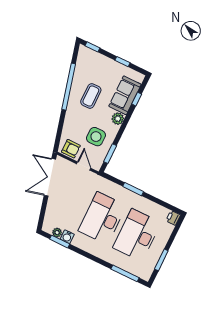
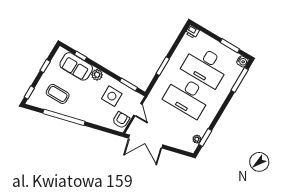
coffee table: (91, 96) -> (58, 94), moved
door: (84, 166) -> (138, 110), swing flipped
water cooler: (67, 237) -> (242, 61), moved

